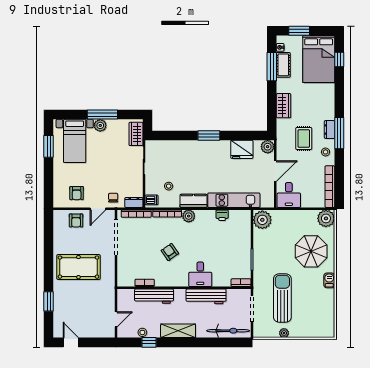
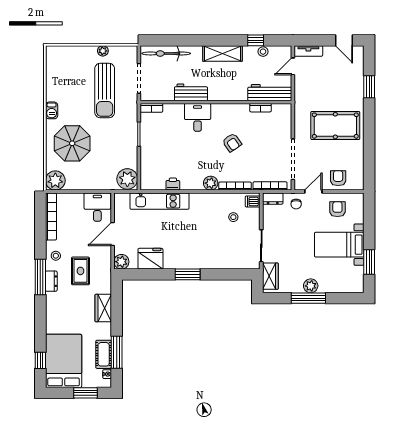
bed with nightstands: (75, 141) -> (339, 245), moved, turned -90
kitchen counter: (194, 201) -> (205, 200), removed
workbench: (154, 296) -> (270, 93), moved
workbench: (206, 296) -> (191, 92), width x0.73
tv unit: (102, 333) -> (308, 51), added

